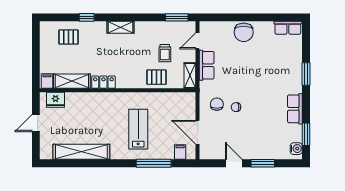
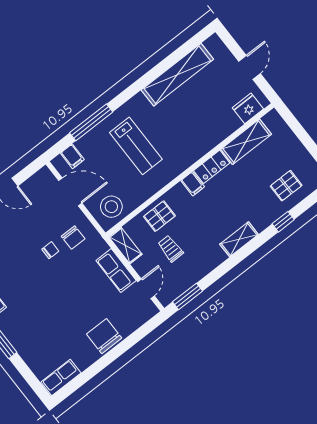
filing cabinet: (47, 81) -> (193, 184), moved
stool: (180, 105) -> (111, 207), added

